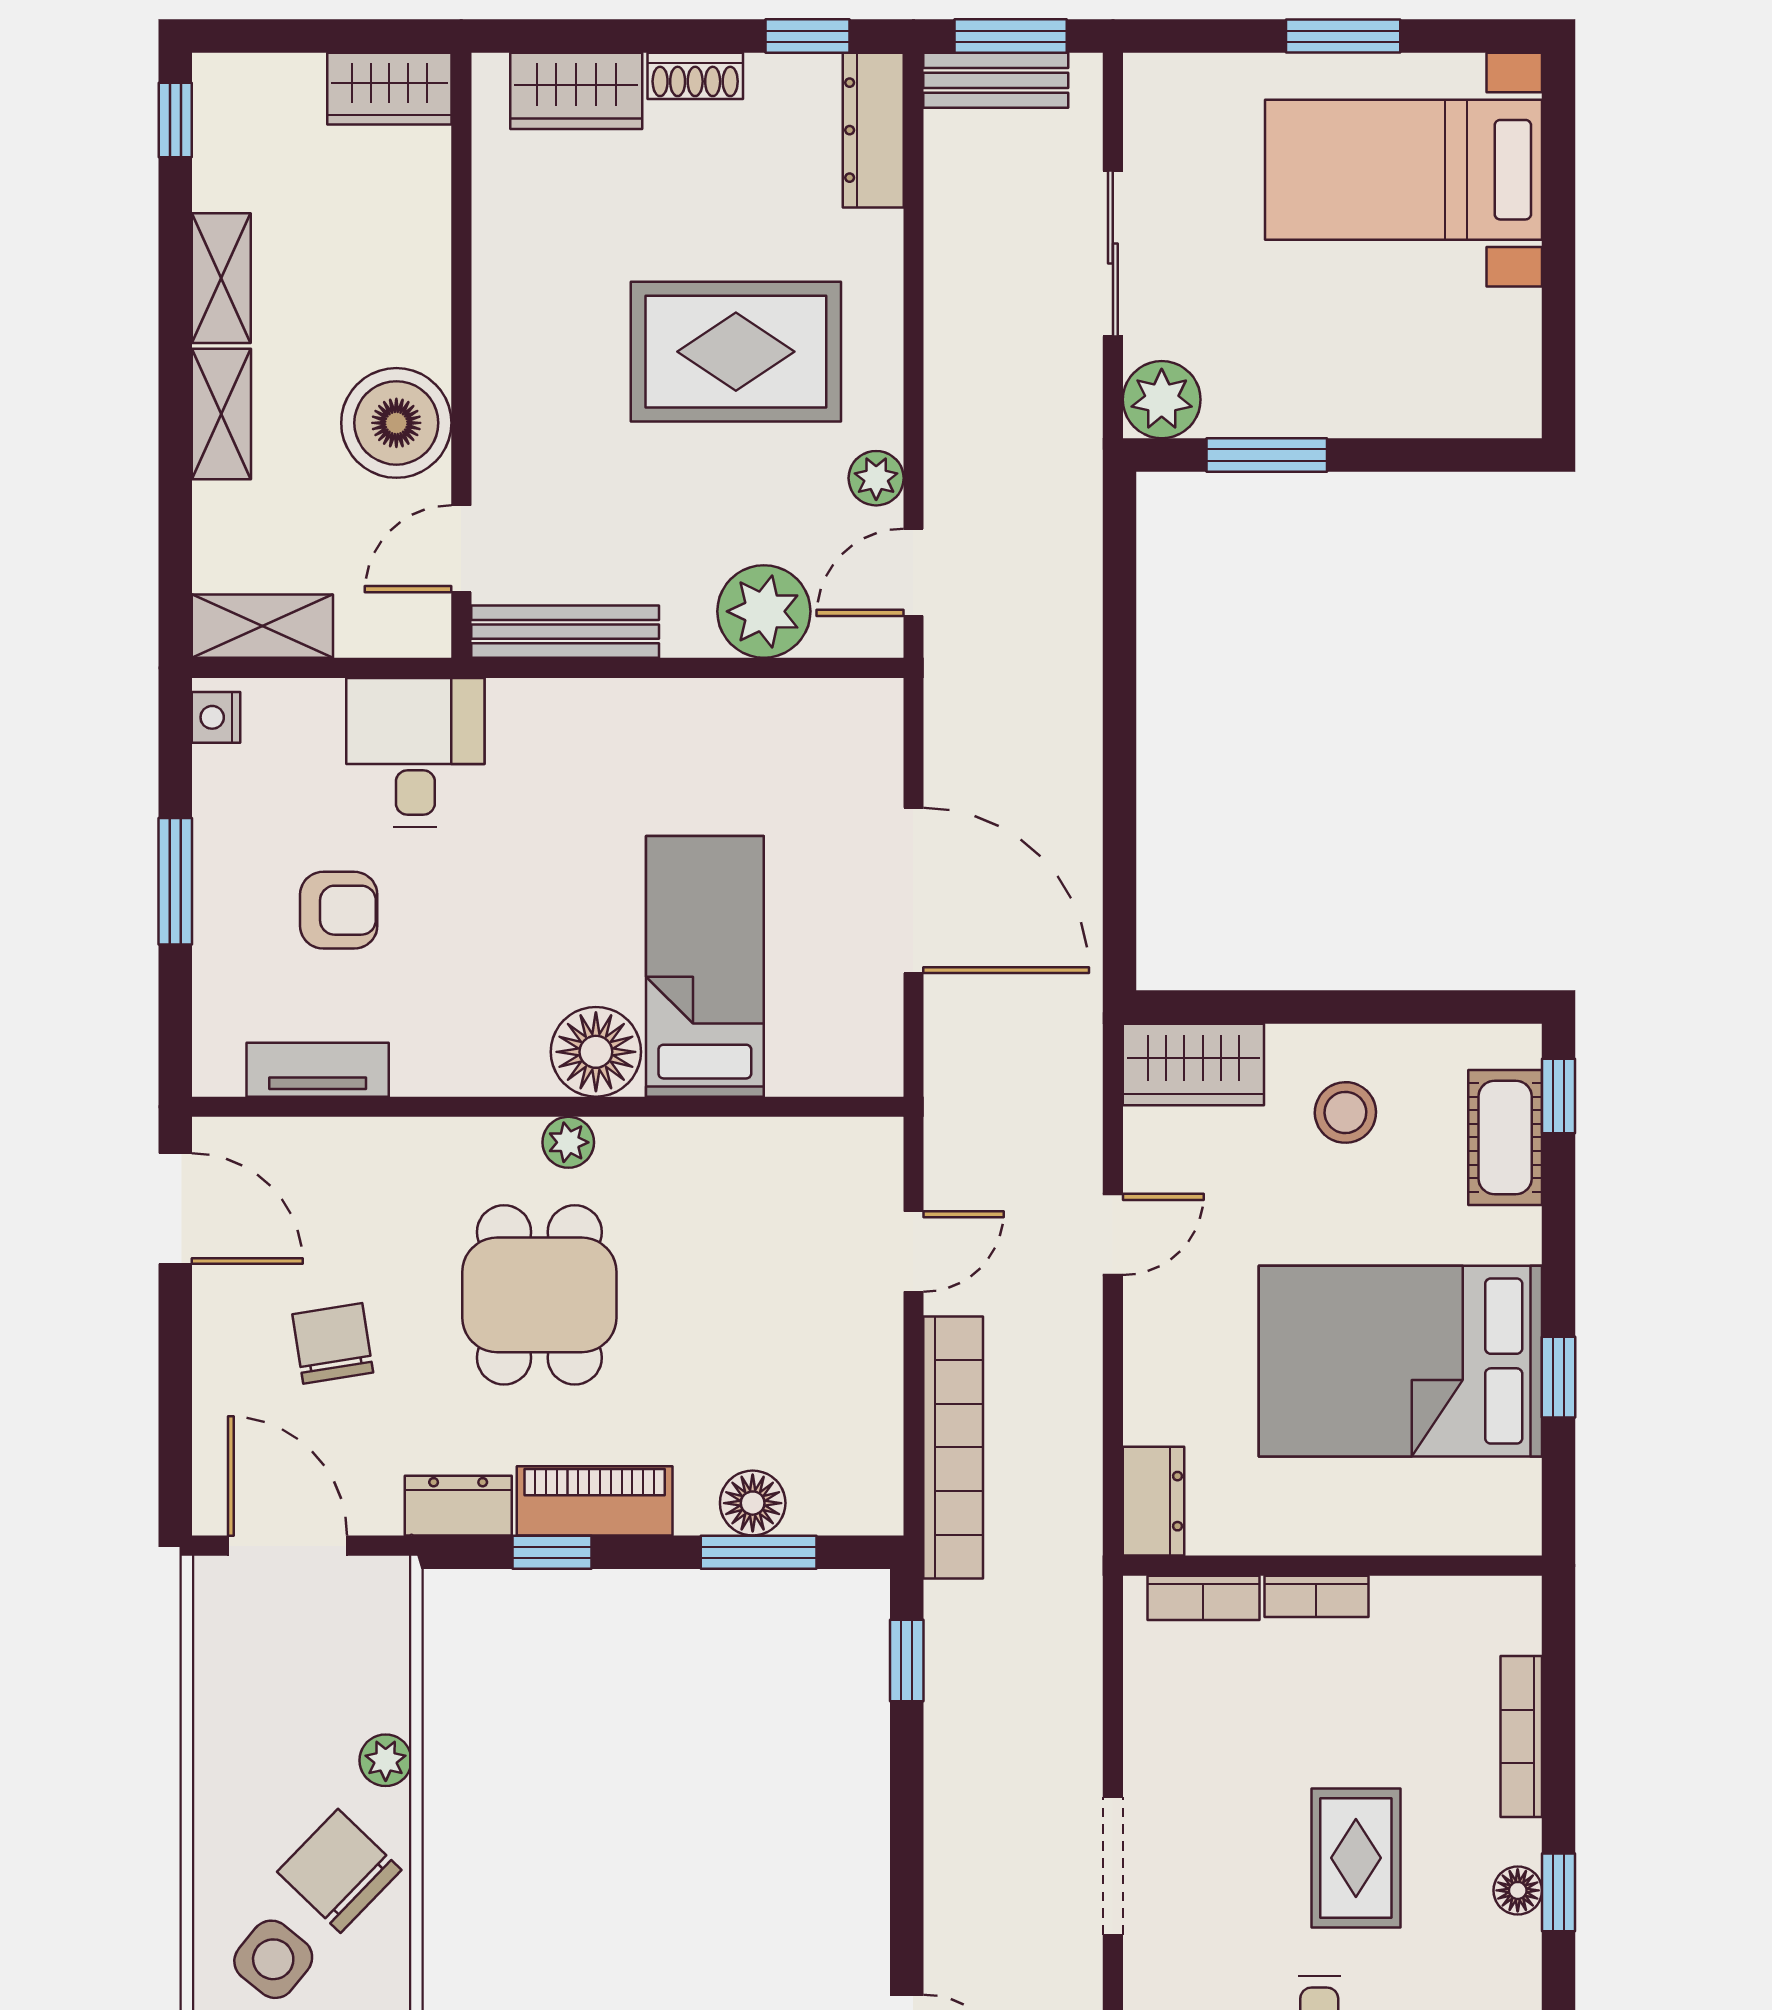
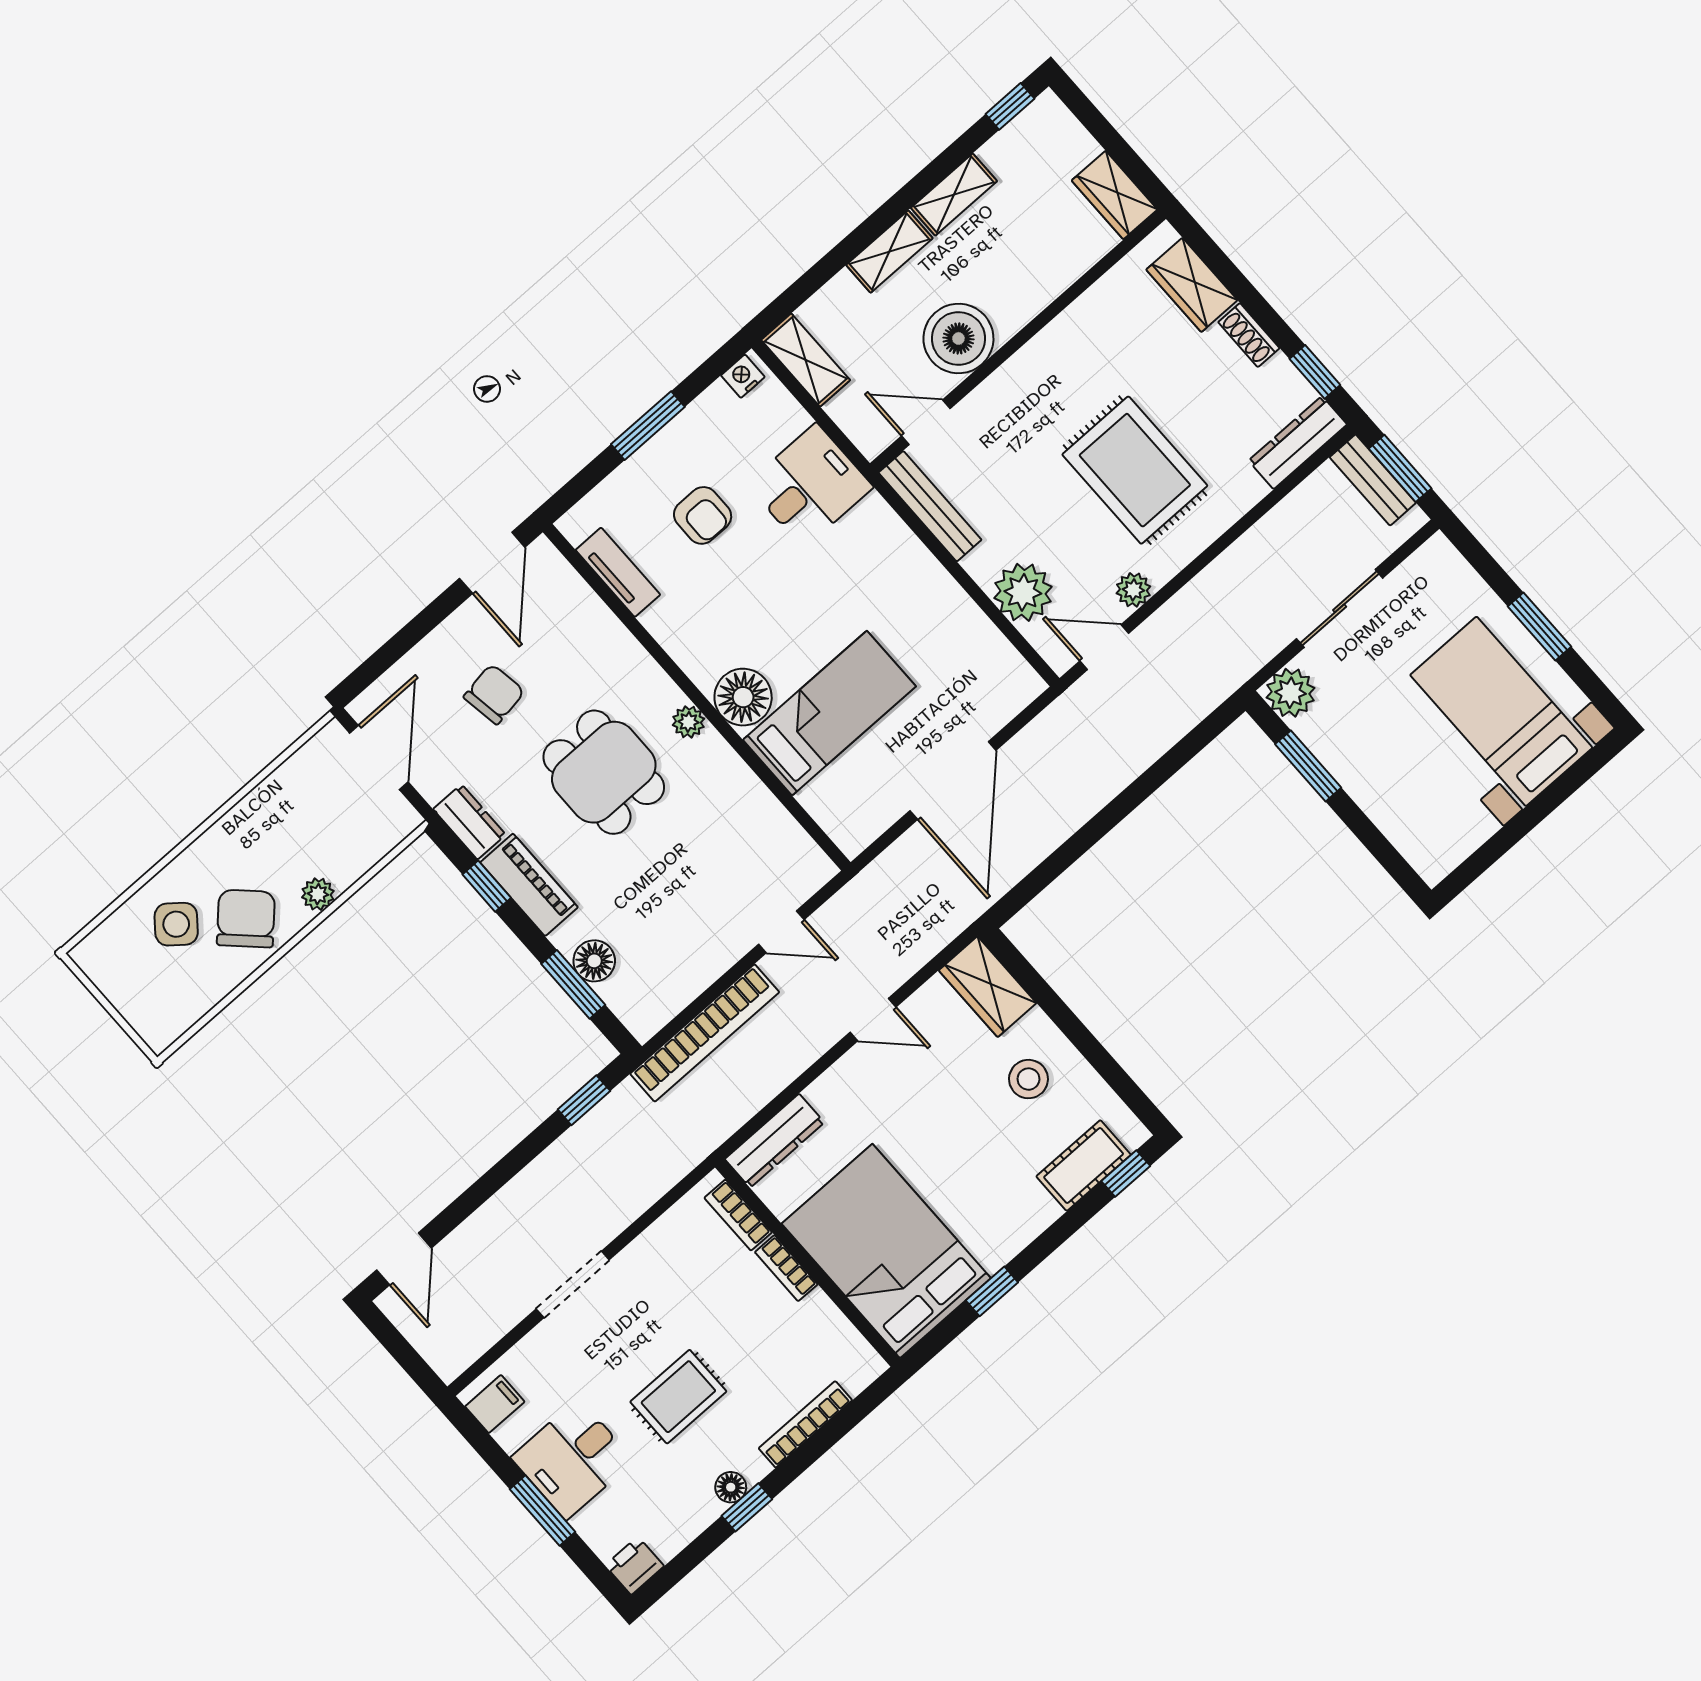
dining table: (539, 1295) -> (604, 772), turned 90
bed: (1400, 1361) -> (886, 1251), moved
dresser: (1154, 1501) -> (775, 1141), width x1.44

